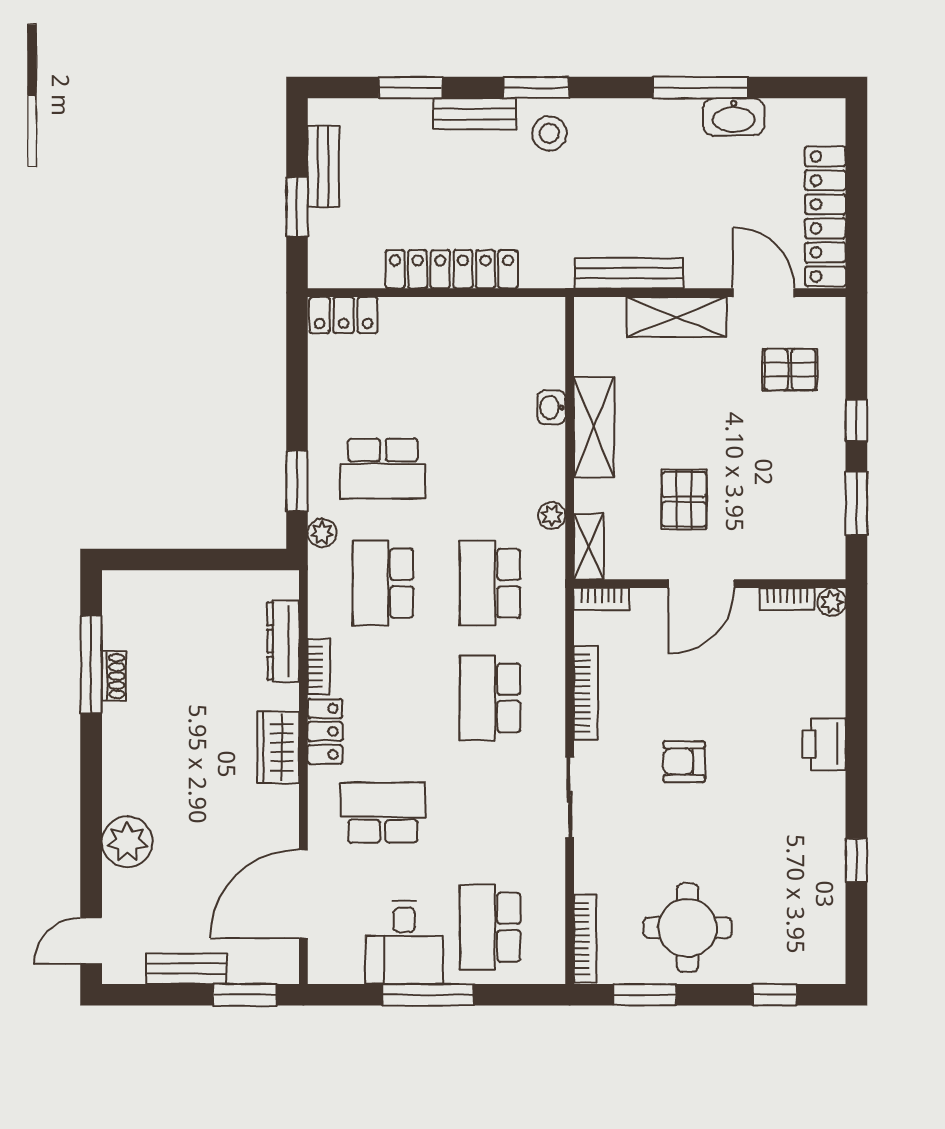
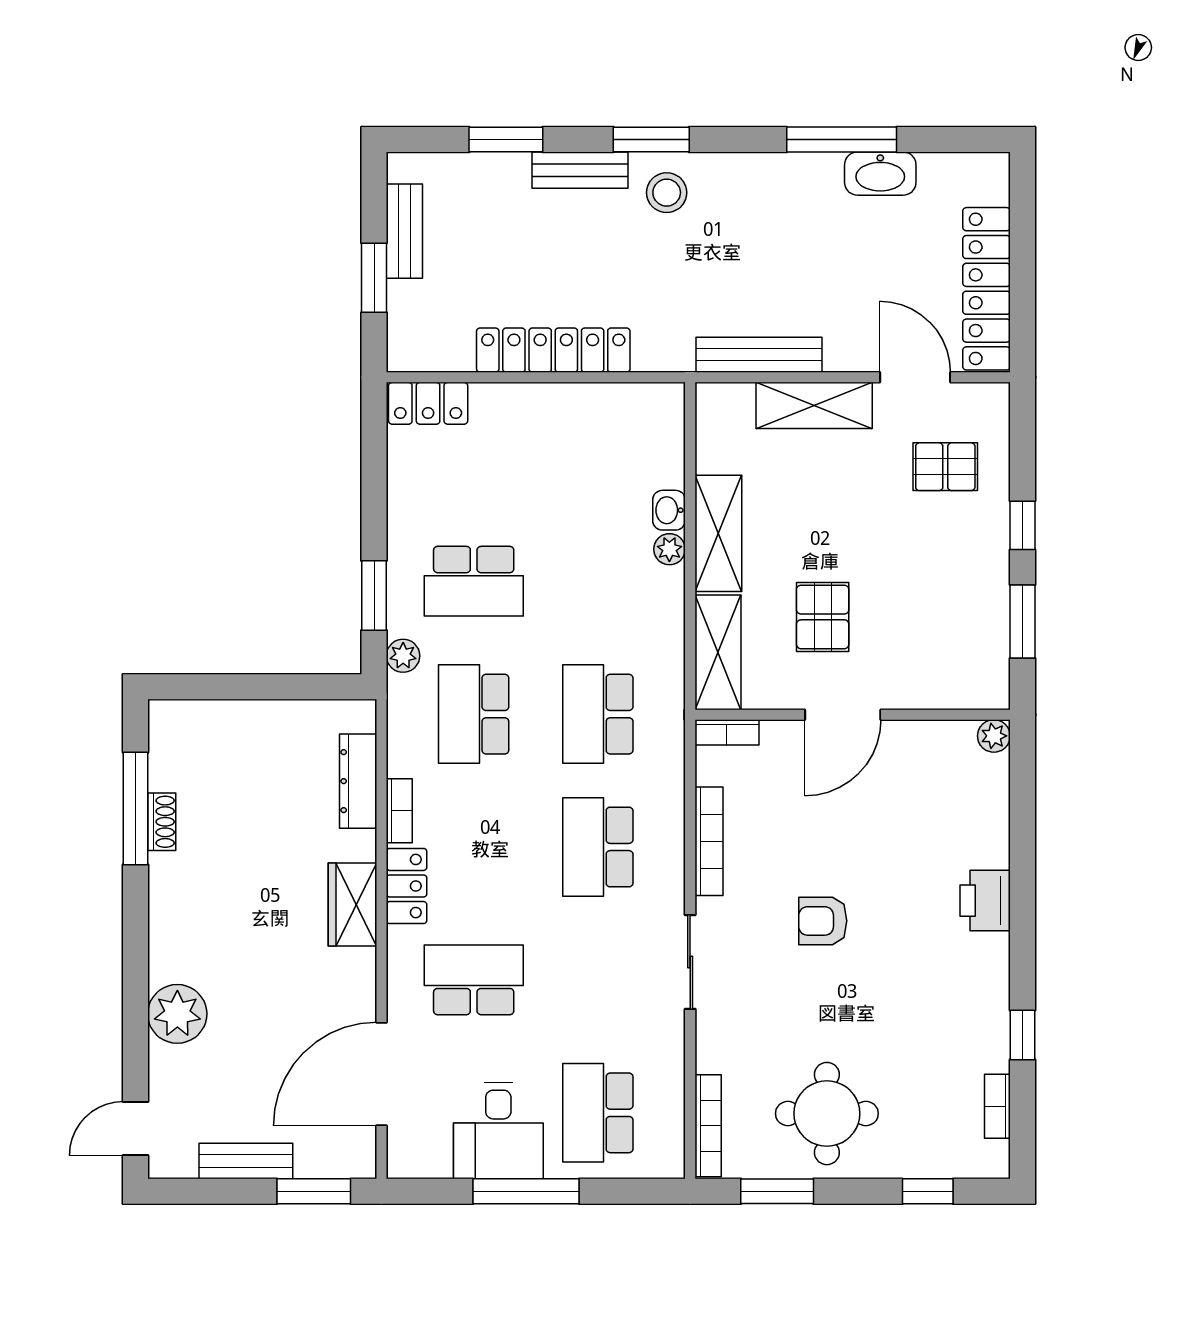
plant: (552, 515) -> (669, 549), moved
shelving: (589, 546) -> (718, 652), width x1.50, depth x1.33
bookcase: (787, 599) -> (997, 1106), moved, turned 90

